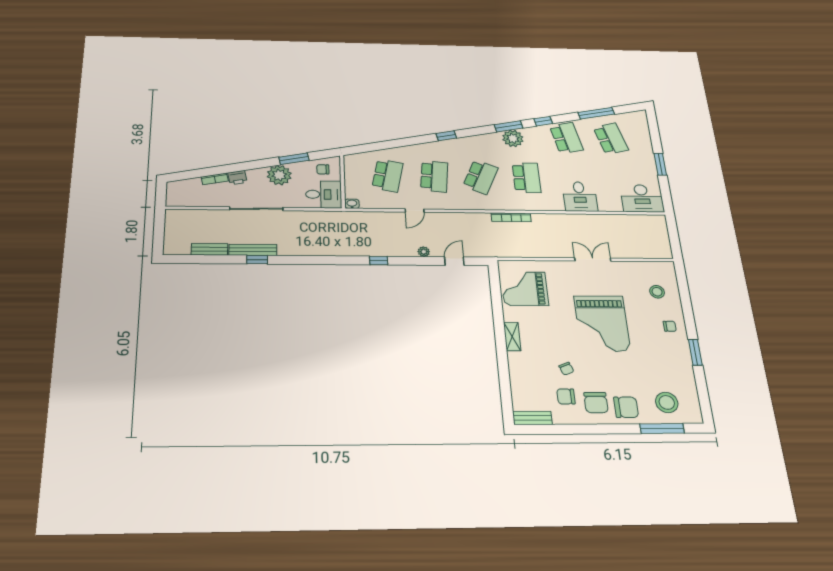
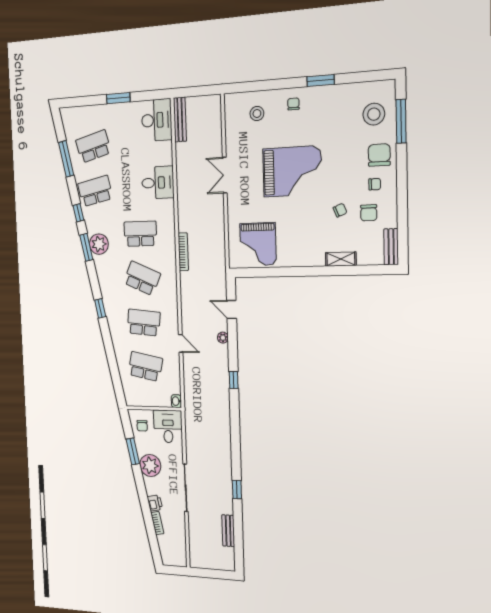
bench: (253, 250) -> (180, 120), moved
shelving: (512, 336) -> (341, 259), moved
chair: (596, 403) -> (375, 184), width x0.54, depth x0.54

